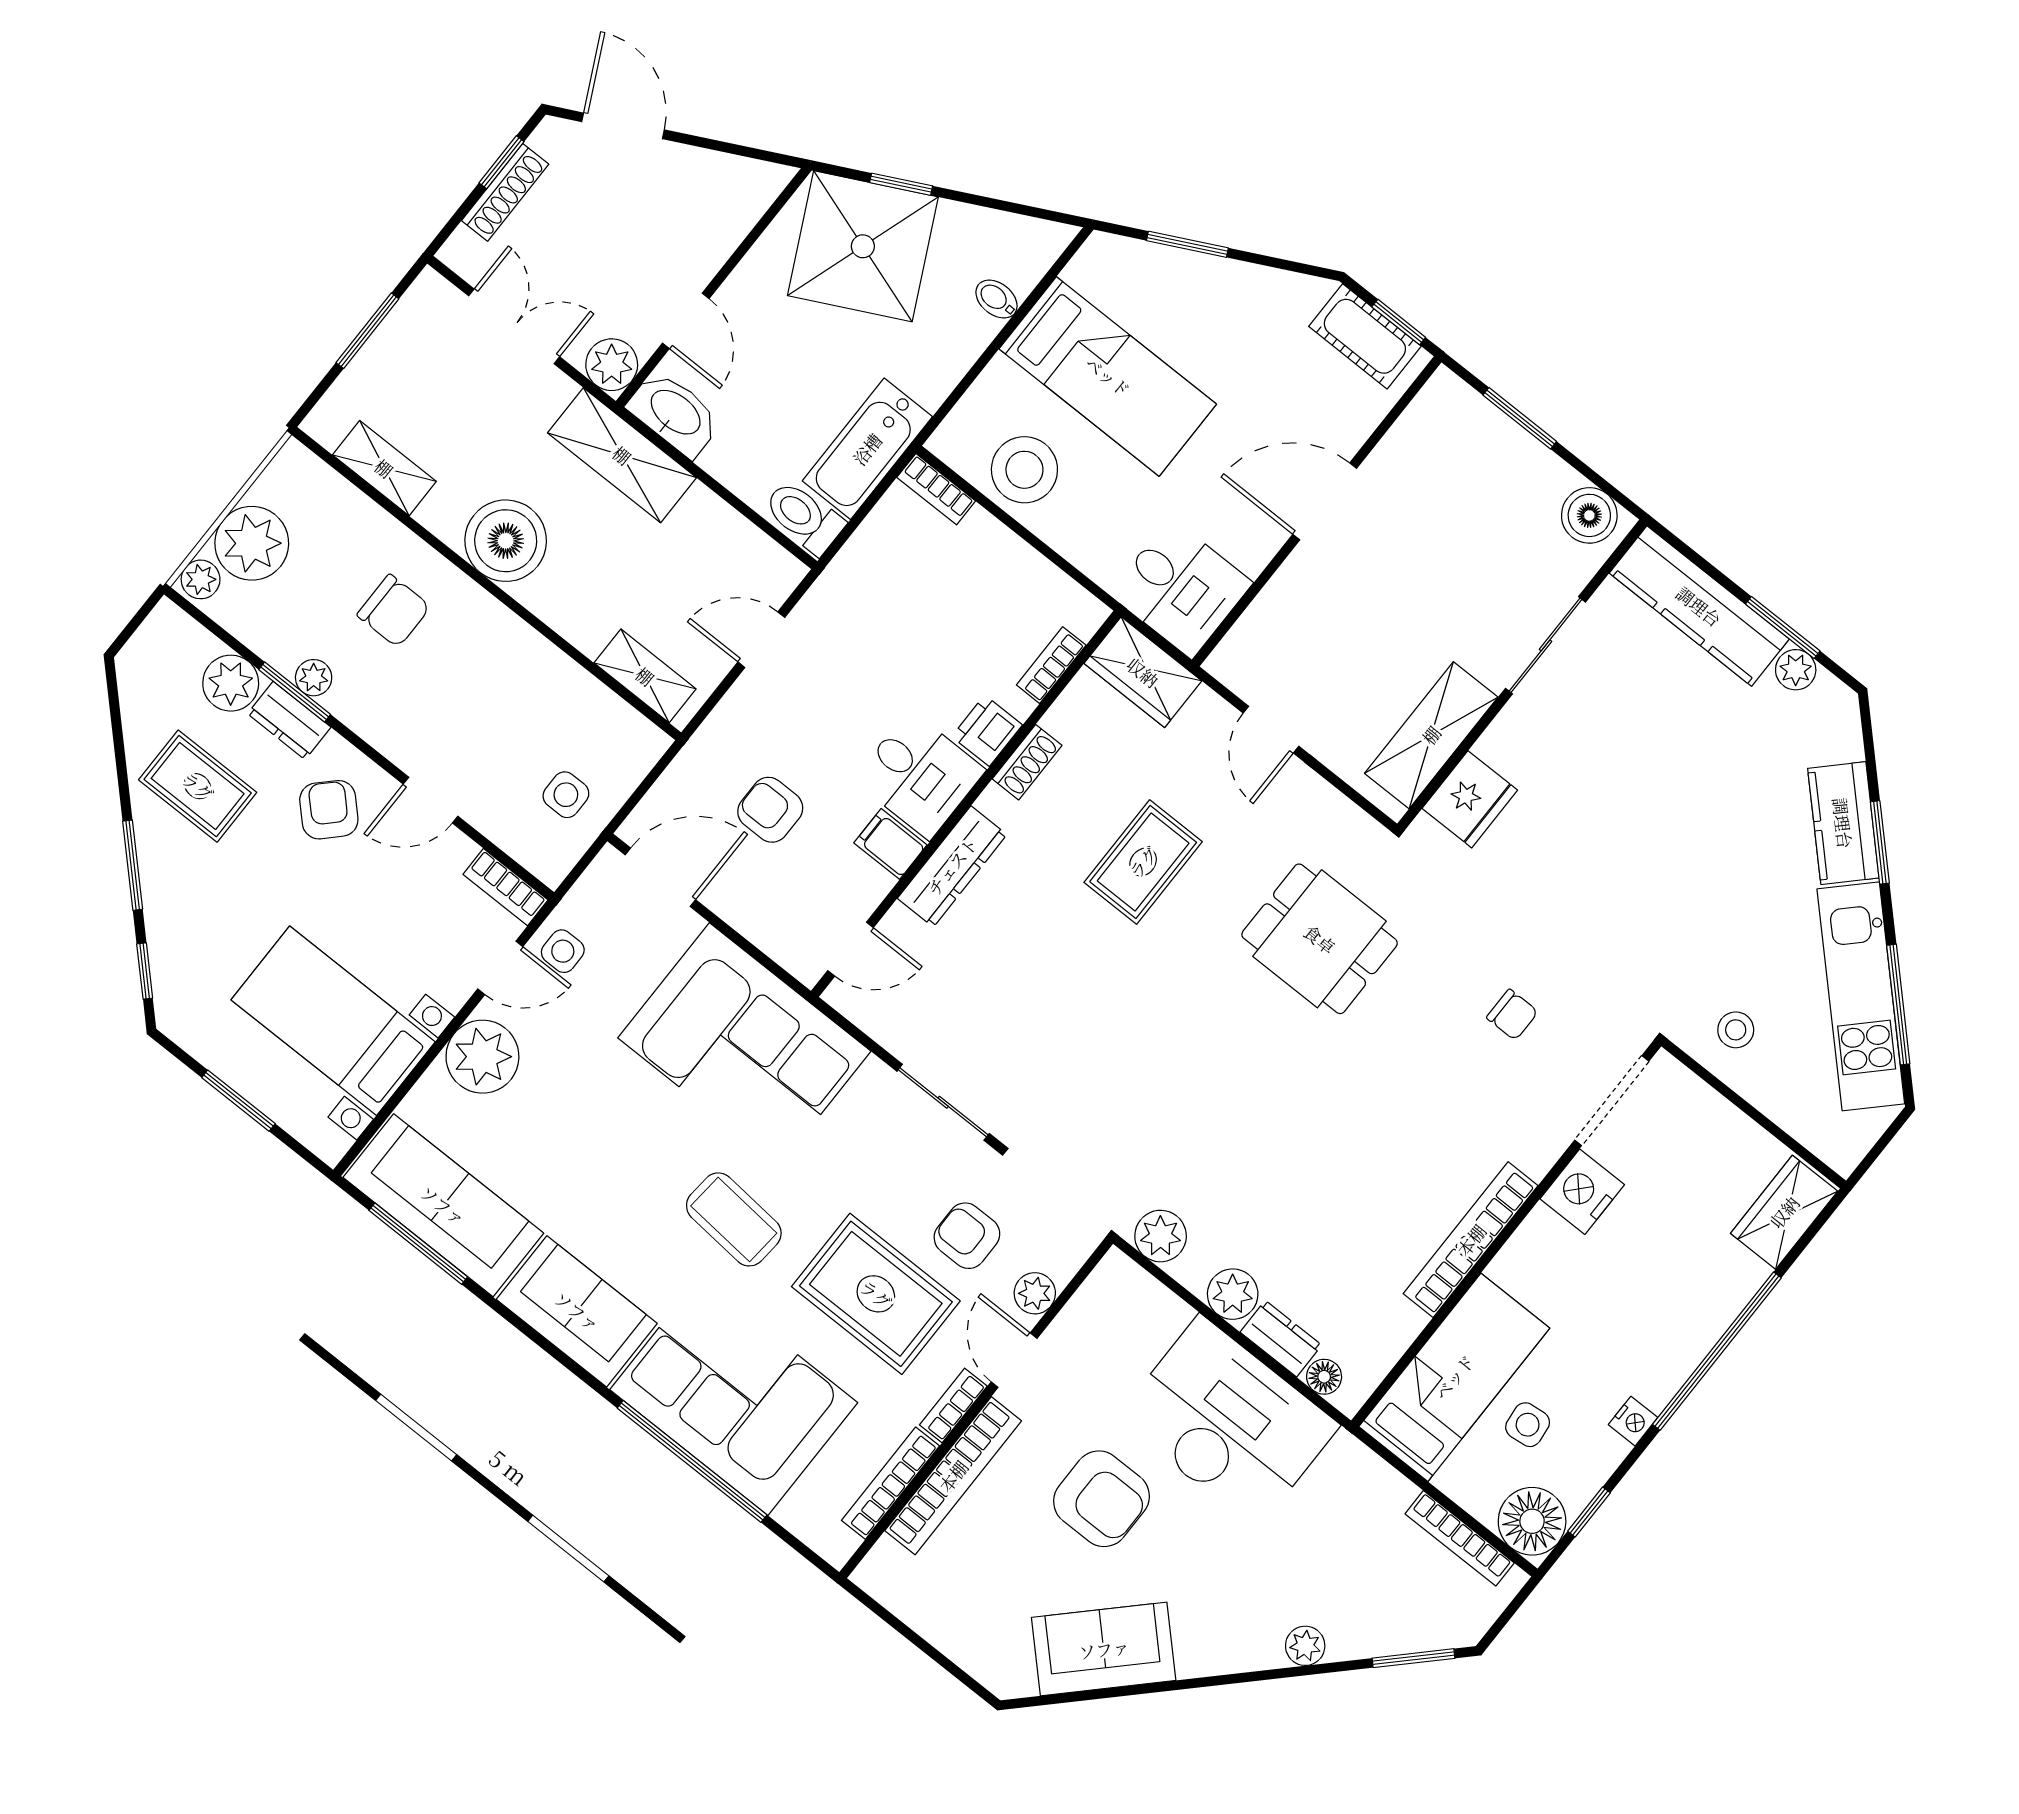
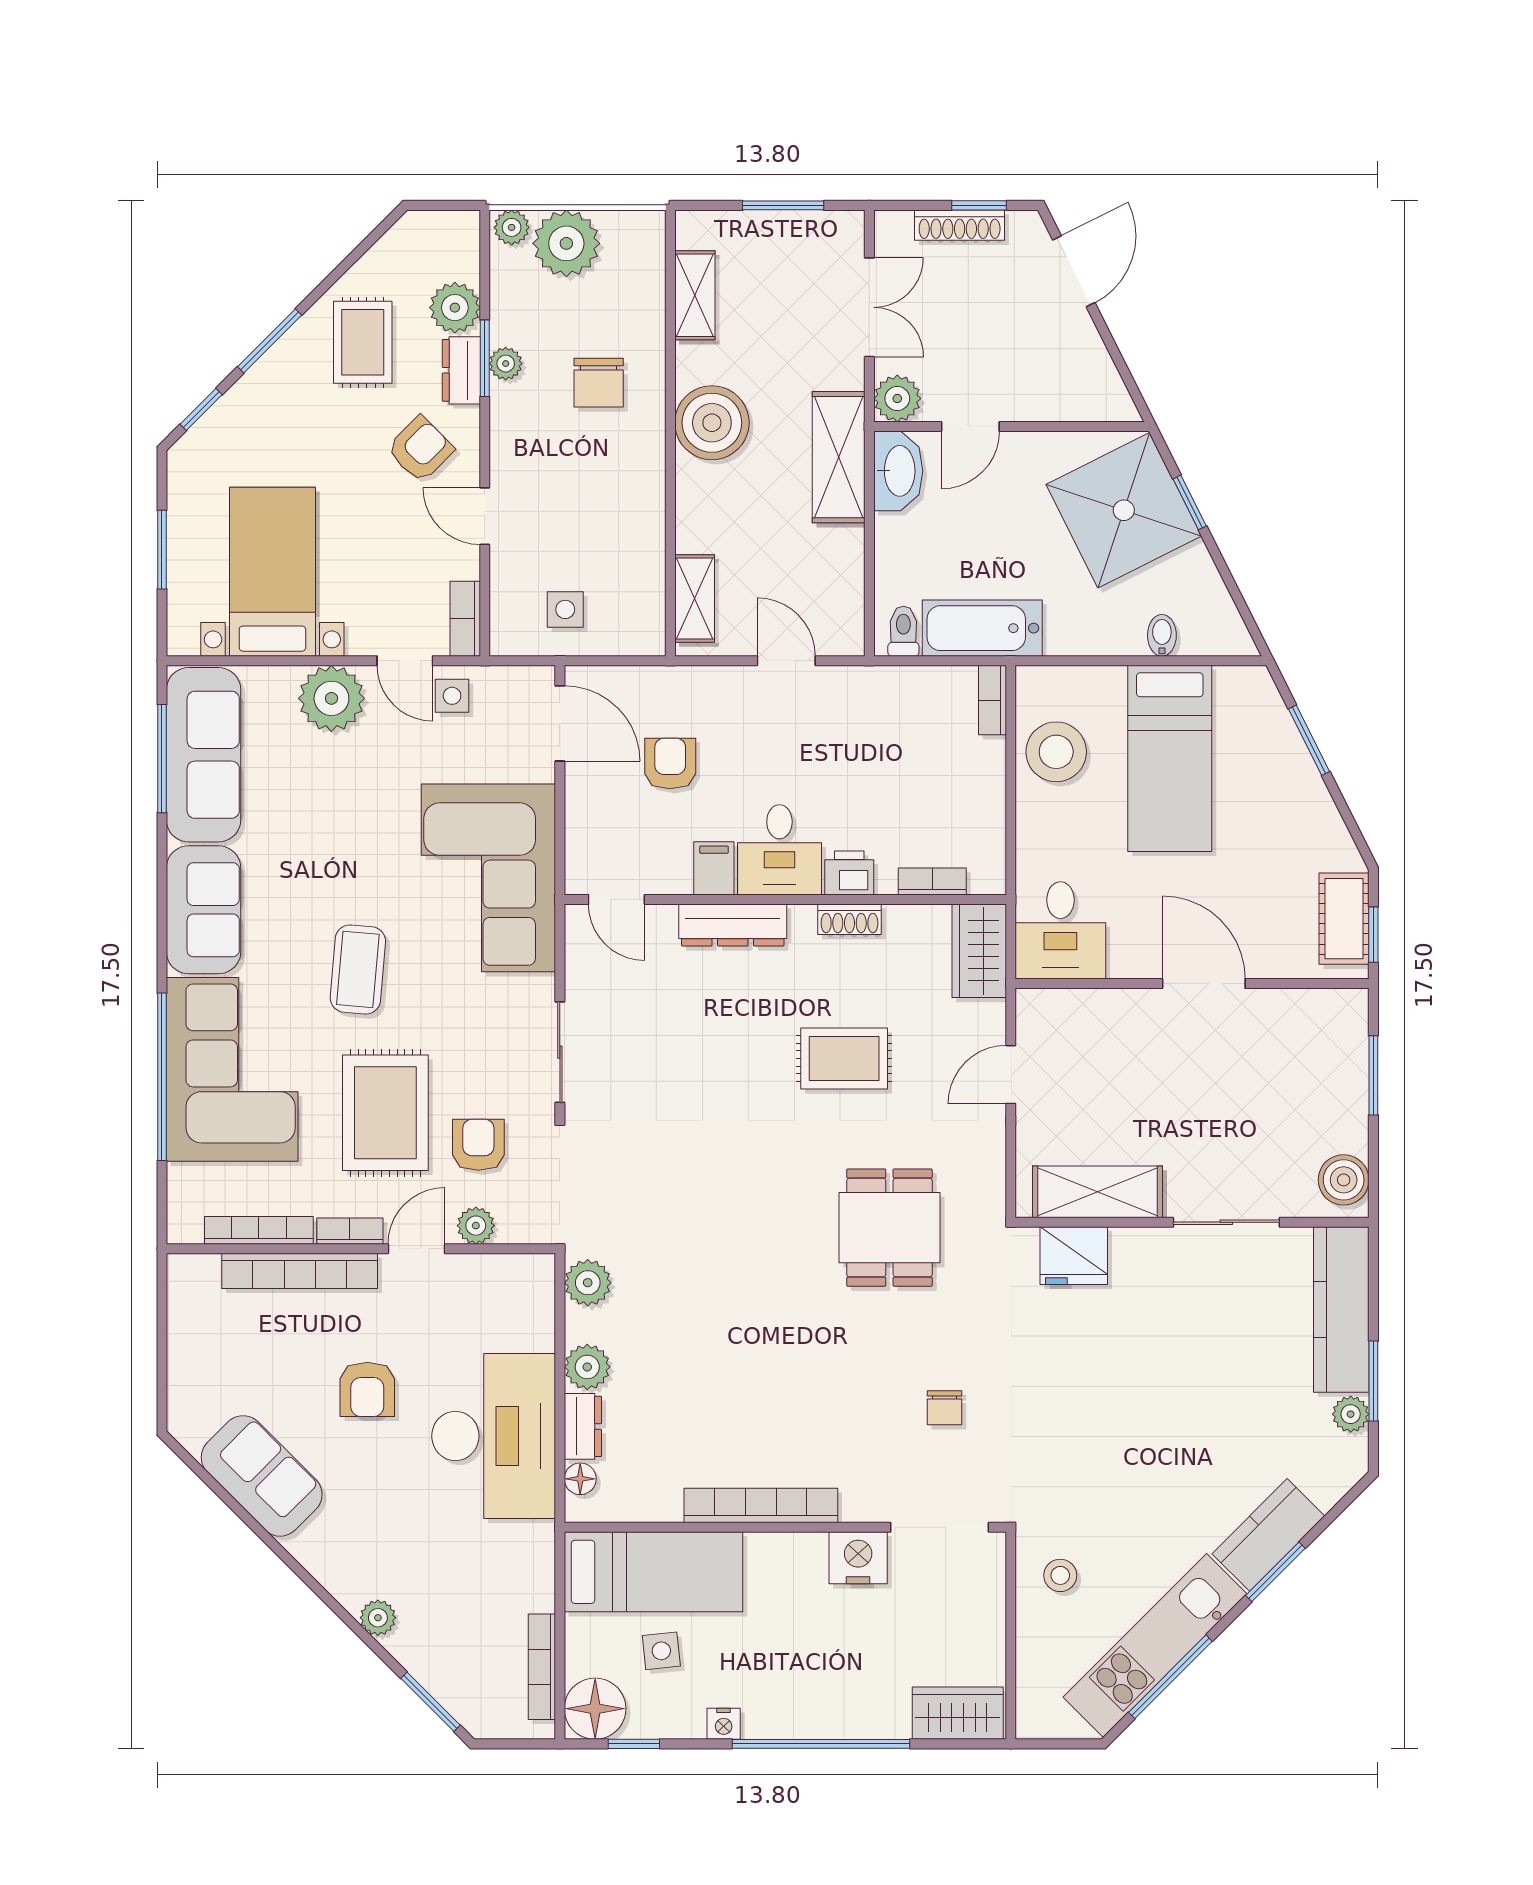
toilet: (804, 517) -> (903, 631), width x0.73, depth x0.72
armchair: (1101, 1499) -> (367, 1389), width x0.72, depth x0.72

